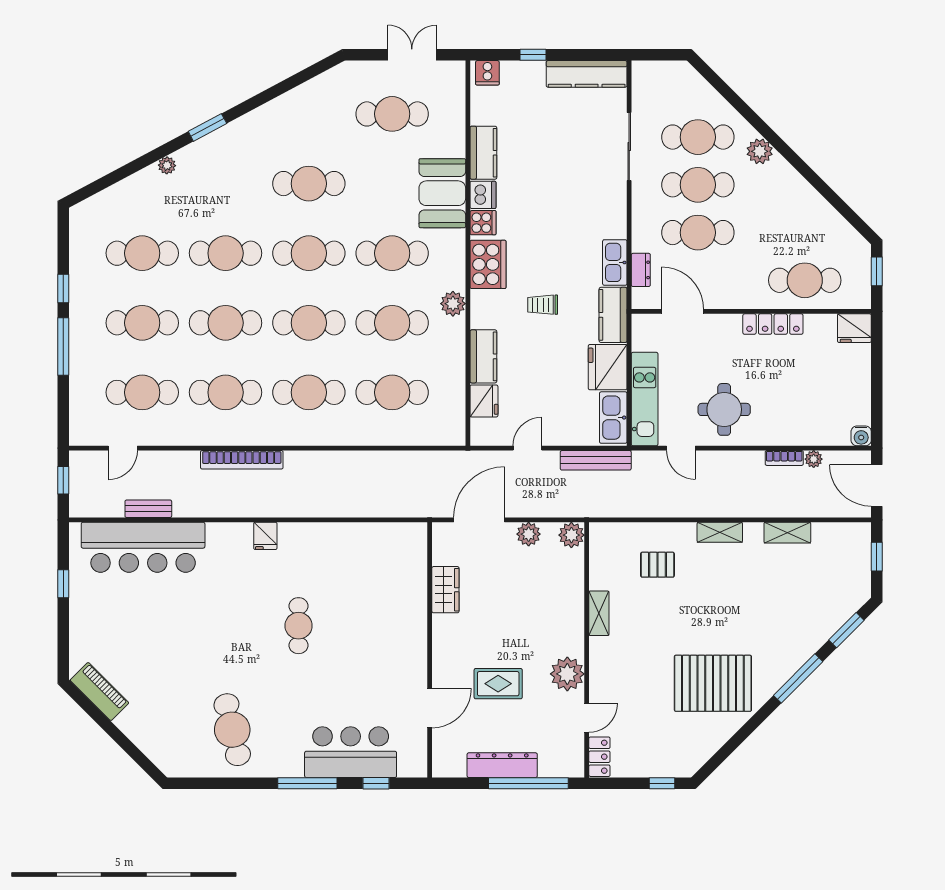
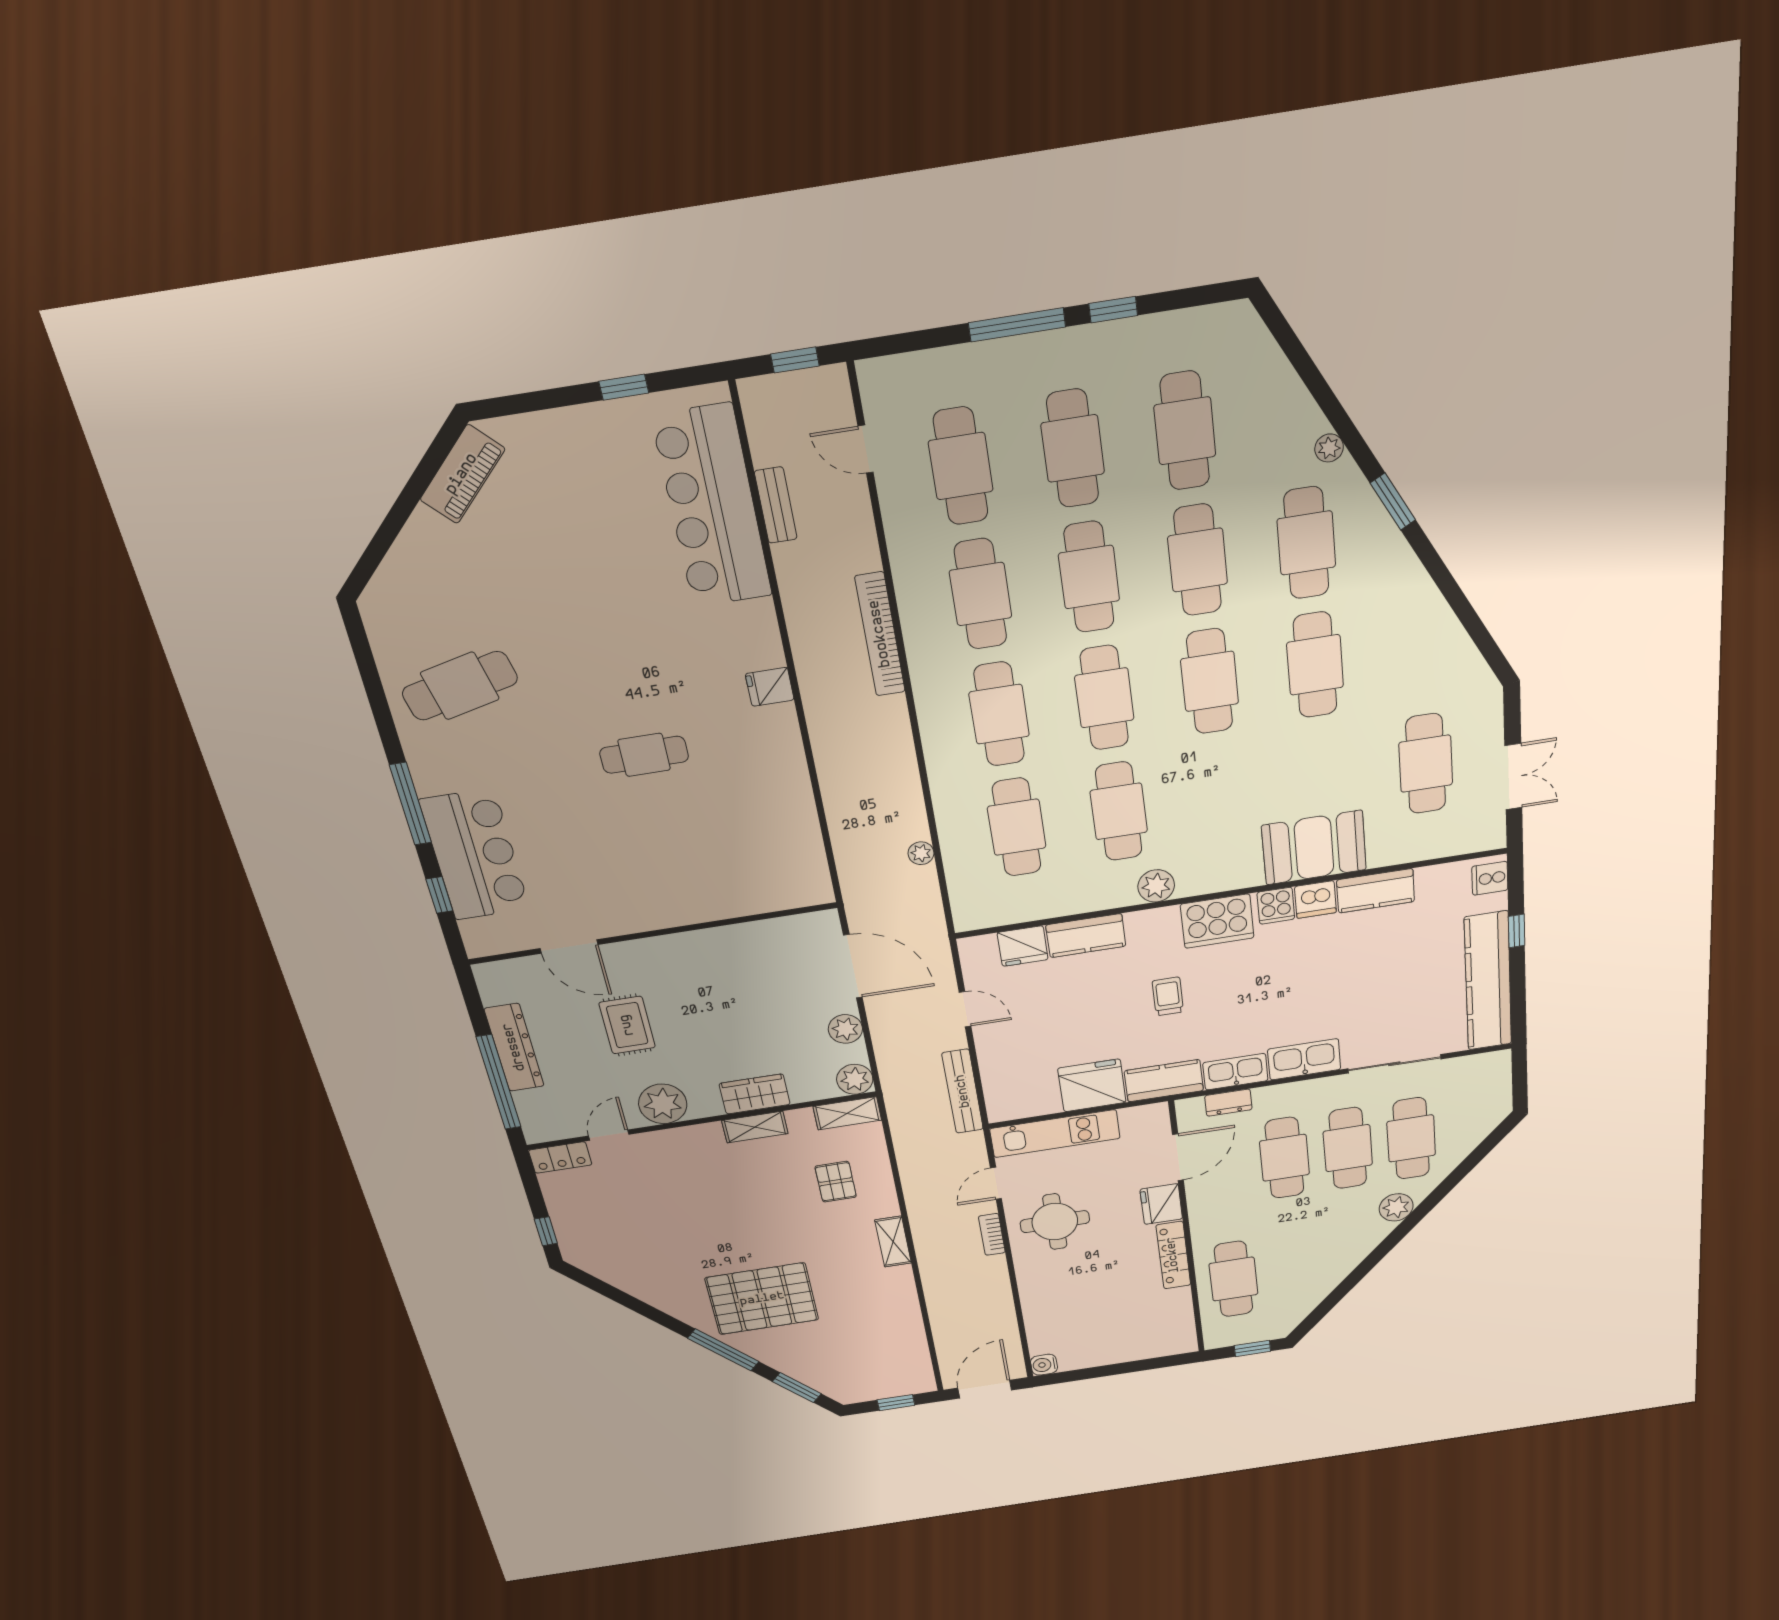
kitchen counter: (587, 74) -> (1488, 981), width x1.39, depth x1.17
cafe table: (392, 253) -> (1306, 543), moved
fridge: (854, 328) -> (1161, 1204), moved
kitchen sink: (613, 418) -> (1304, 1059), moved
bookcase: (784, 458) -> (992, 1234), moved
plant: (814, 459) -> (921, 853), moved
shelving: (787, 533) -> (847, 1113), moved, turned 90
wardrobe: (445, 590) -> (755, 1094), moved, turned 180
pallet: (713, 683) -> (762, 1299), moved, turned 90
door: (587, 718) -> (609, 1135), swing flipped

